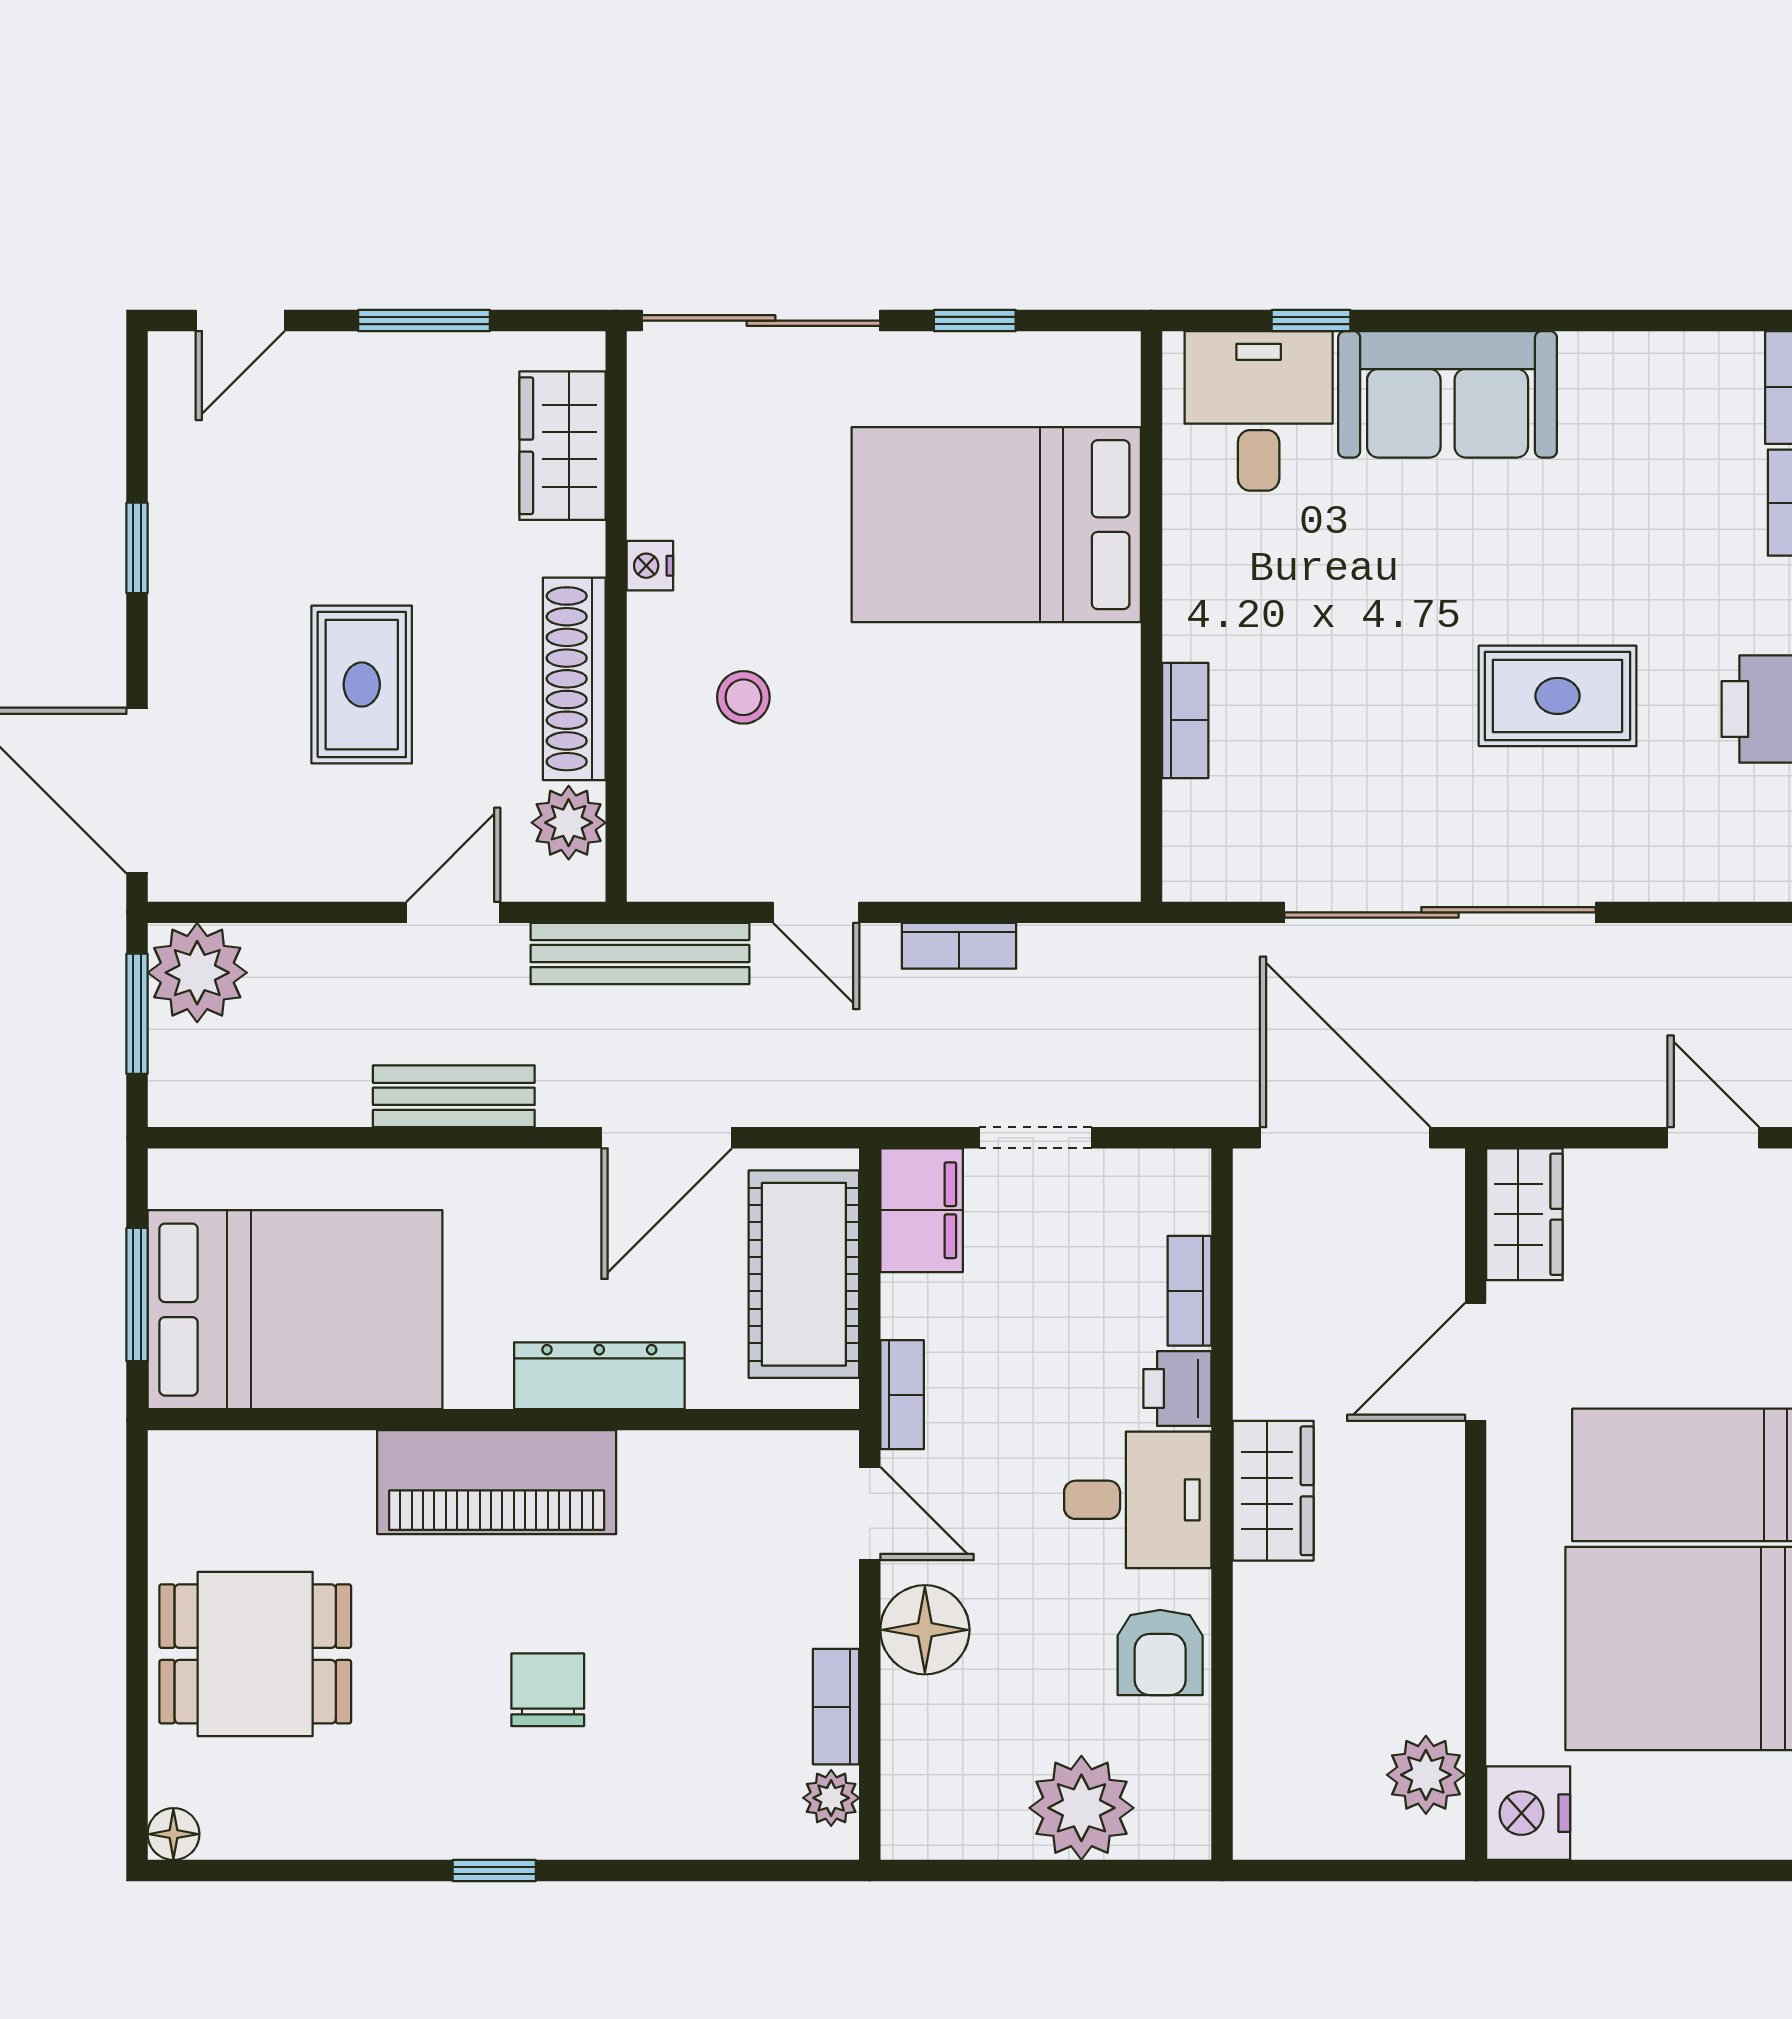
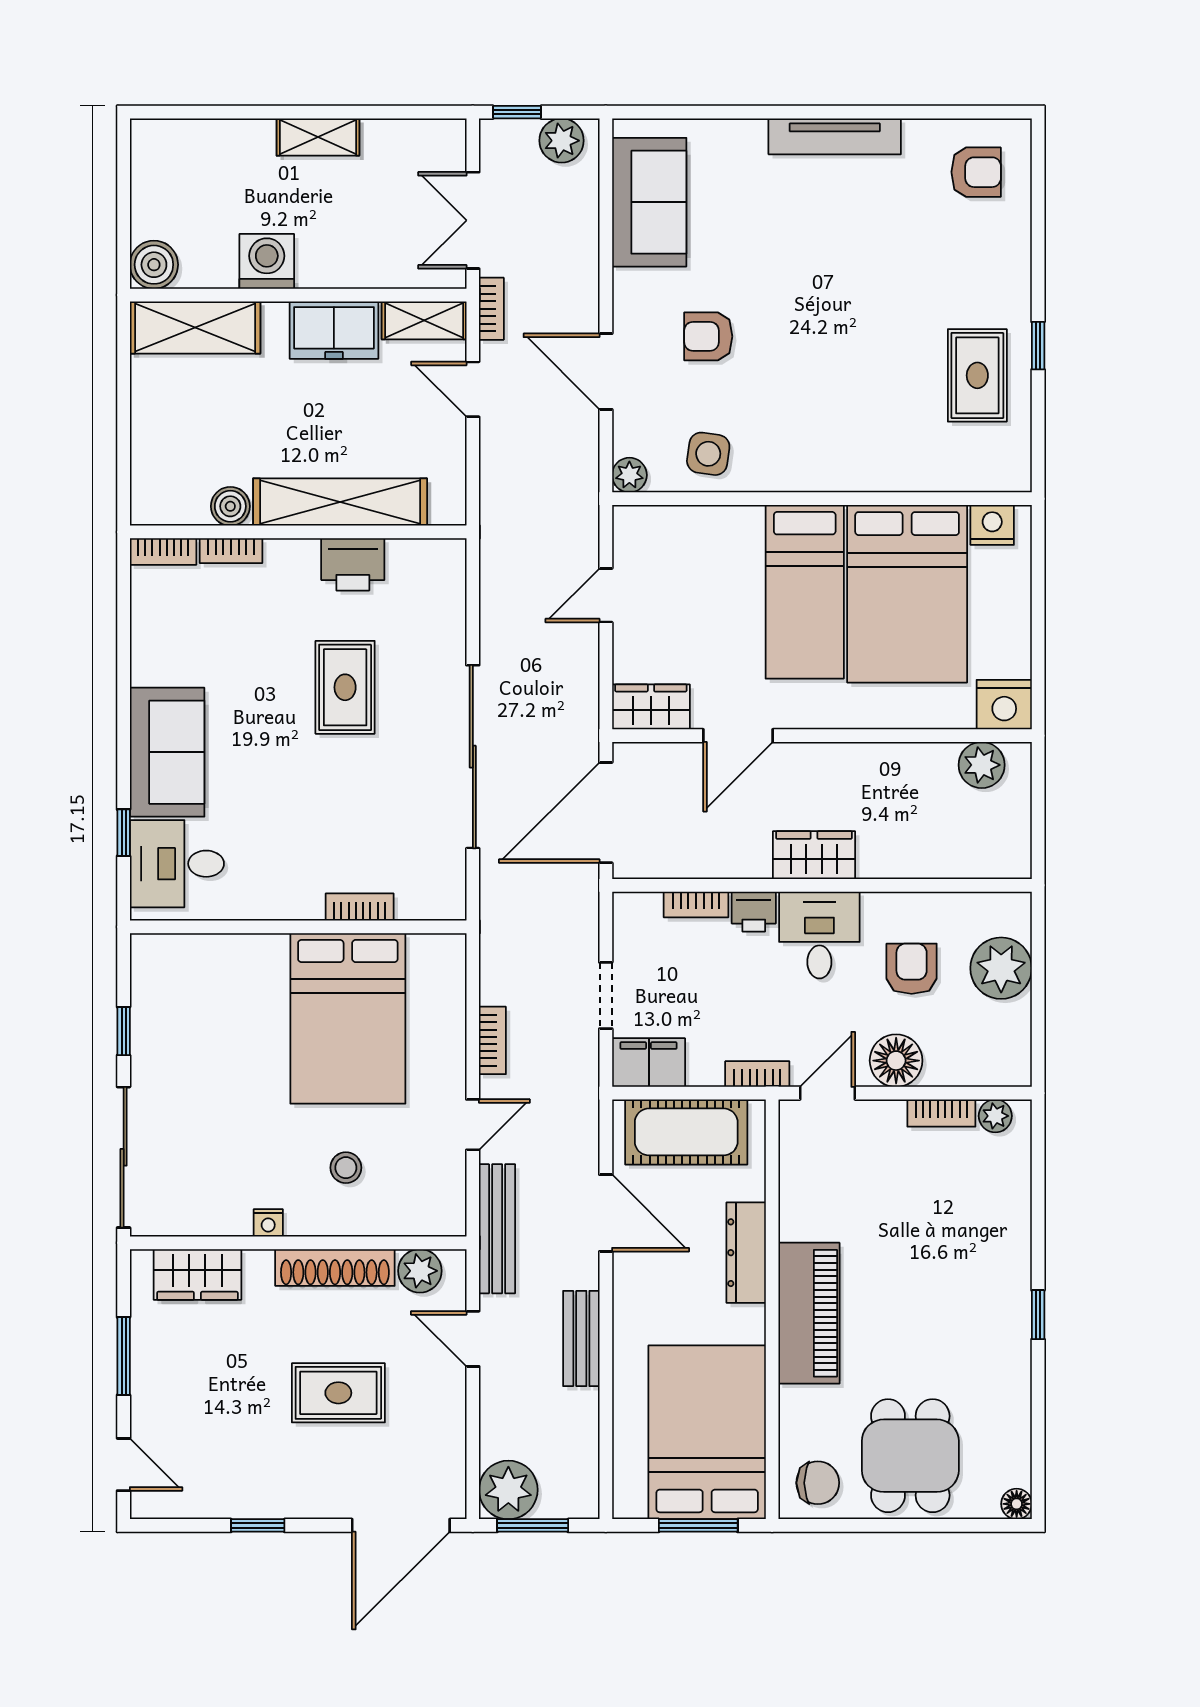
bed: (996, 525) -> (348, 1018), moved
door: (1476, 1362) -> (738, 736), hinge flipped
armchair: (1160, 1653) -> (912, 969), moved, turned -90
chair: (548, 1690) -> (818, 1483), moved, turned 180

